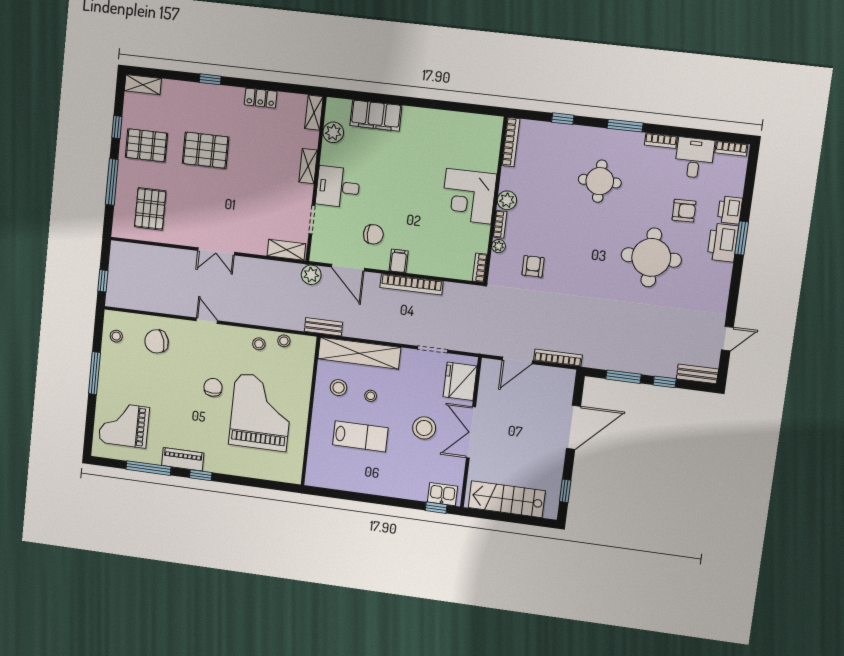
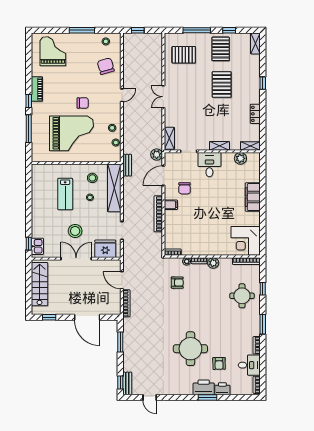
filing cabinet: (376, 116) -> (253, 197), moved
round table: (600, 181) -> (242, 296), moved
corner desk: (469, 196) -> (246, 241), moved, turned -90
window: (665, 382) -> (120, 382), moved
window: (149, 468) -> (29, 129), moved

